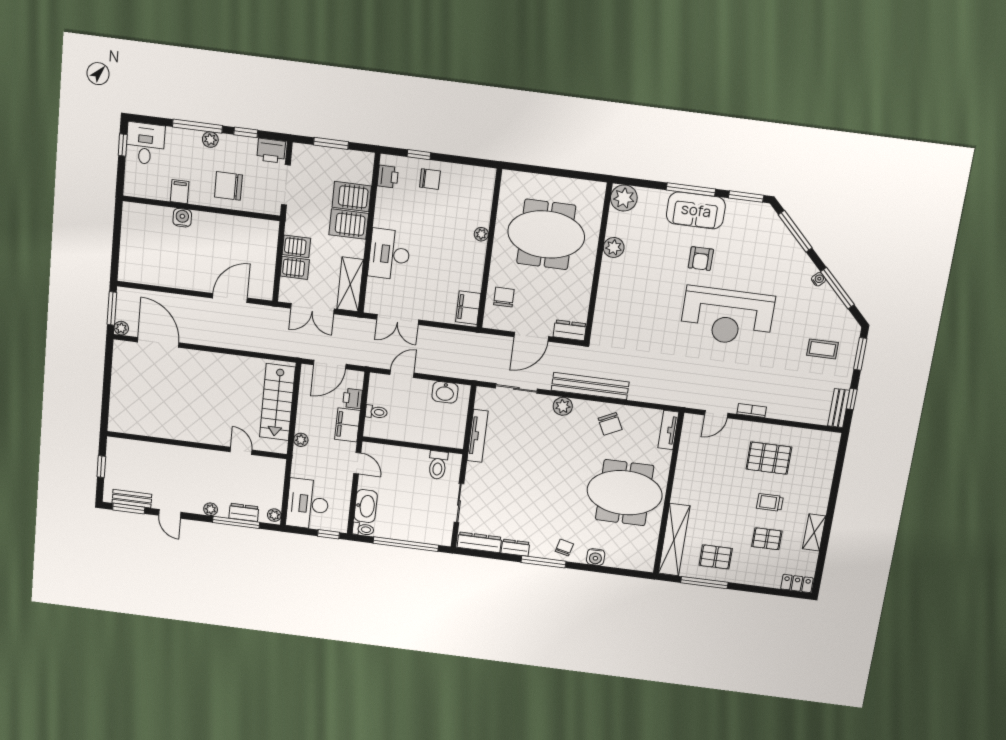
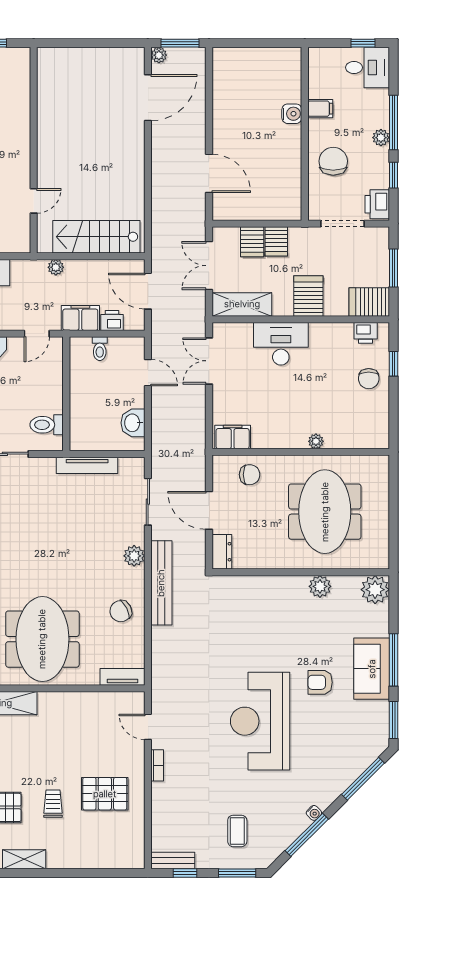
server rack: (352, 197) -> (369, 302), moved, turned -90
pallet: (769, 458) -> (105, 794), turned 90

